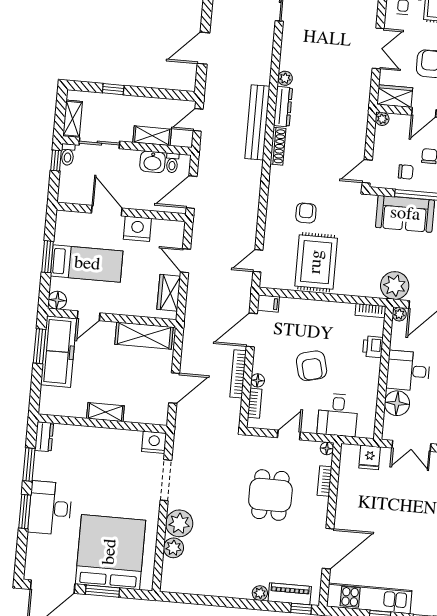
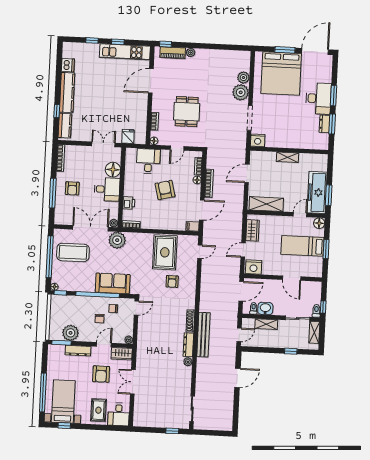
nightstand: (137, 229) -> (254, 267), moved
door: (186, 261) -> (243, 250), swing flipped
dresser: (44, 437) -> (325, 124), moved

